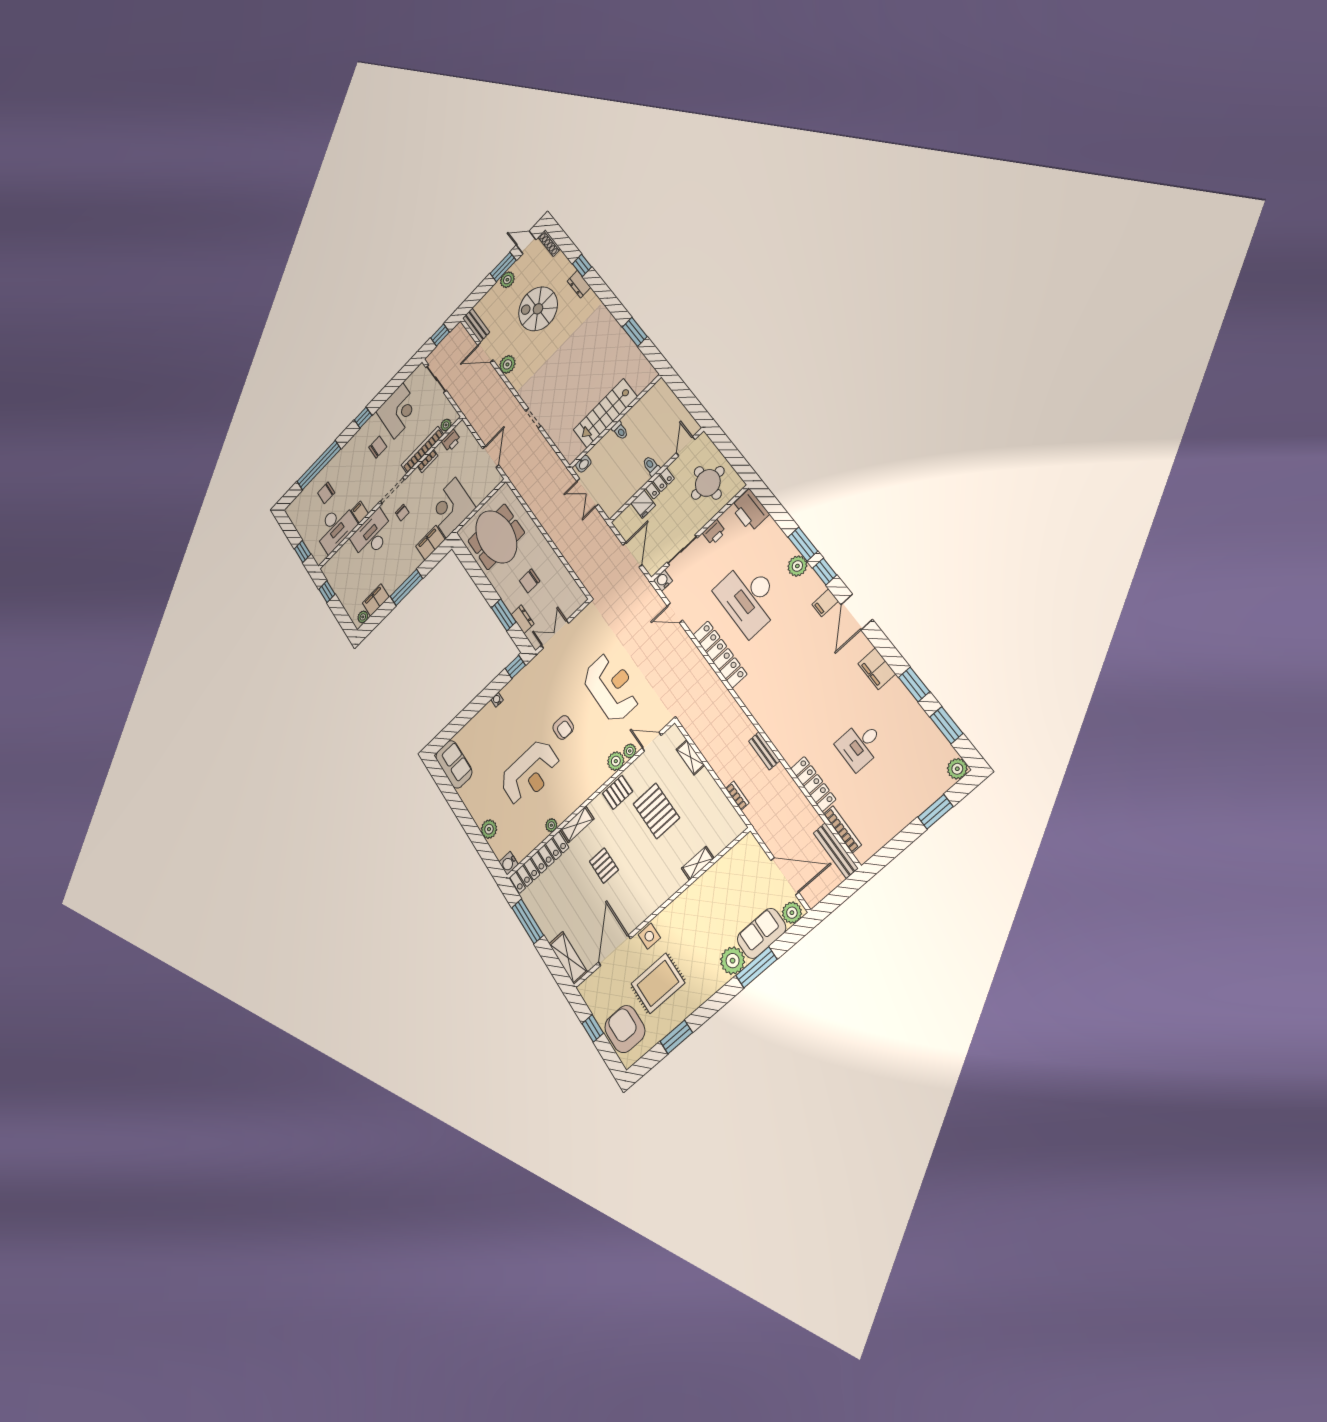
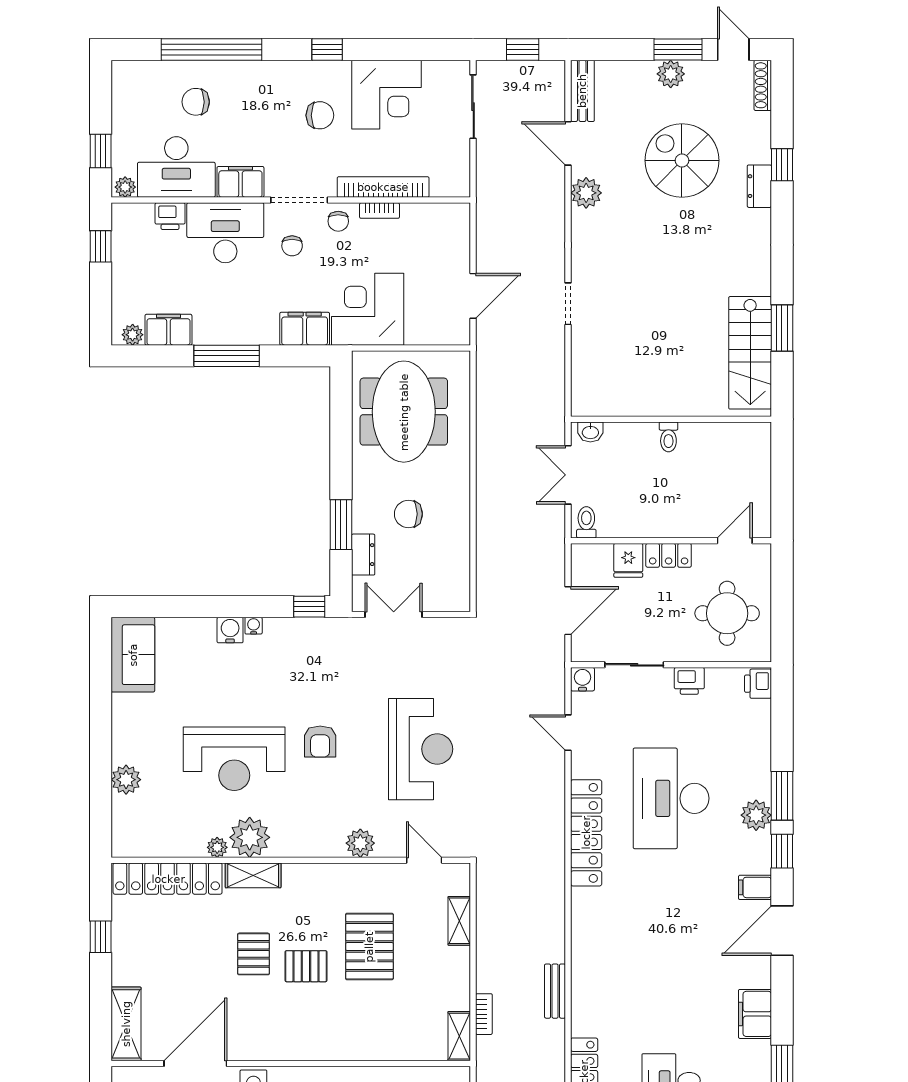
stairs: (605, 413) -> (750, 353), moved, turned -90
plant: (446, 425) -> (125, 187), moved
printer: (451, 440) -> (170, 216), moved
toilet: (651, 466) -> (586, 522), moved
chair: (414, 483) -> (338, 221), added
printer: (750, 510) -> (758, 684), width x0.53, depth x0.68
filing cabinet: (360, 512) -> (240, 182), width x2.00
plant: (630, 751) -> (250, 837), moved, width x1.87, depth x1.87
pallet: (618, 792) -> (306, 966), moved
water cooler: (509, 863) -> (230, 630), moved, turned 90
shelving: (698, 863) -> (459, 1036), moved, turned 90
window: (528, 921) -> (101, 937), width x0.46

